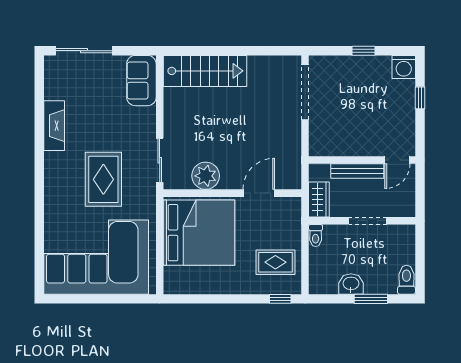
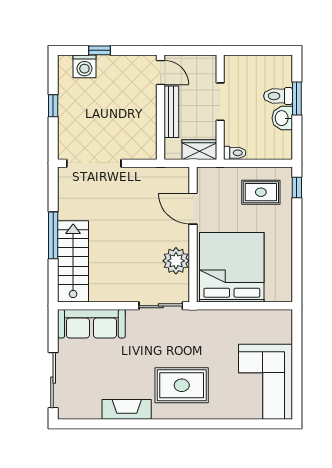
window: (232, 51) -> (53, 235), added
washing machine: (404, 67) -> (84, 66), moved, turned 90
sofa: (141, 81) -> (91, 324), width x1.36
rug: (103, 179) -> (182, 385), moved
corner sofa: (96, 257) -> (265, 382), width x0.73, depth x0.74
rug: (275, 262) -> (261, 192), turned 90
toilet: (406, 280) -> (278, 96), moved

